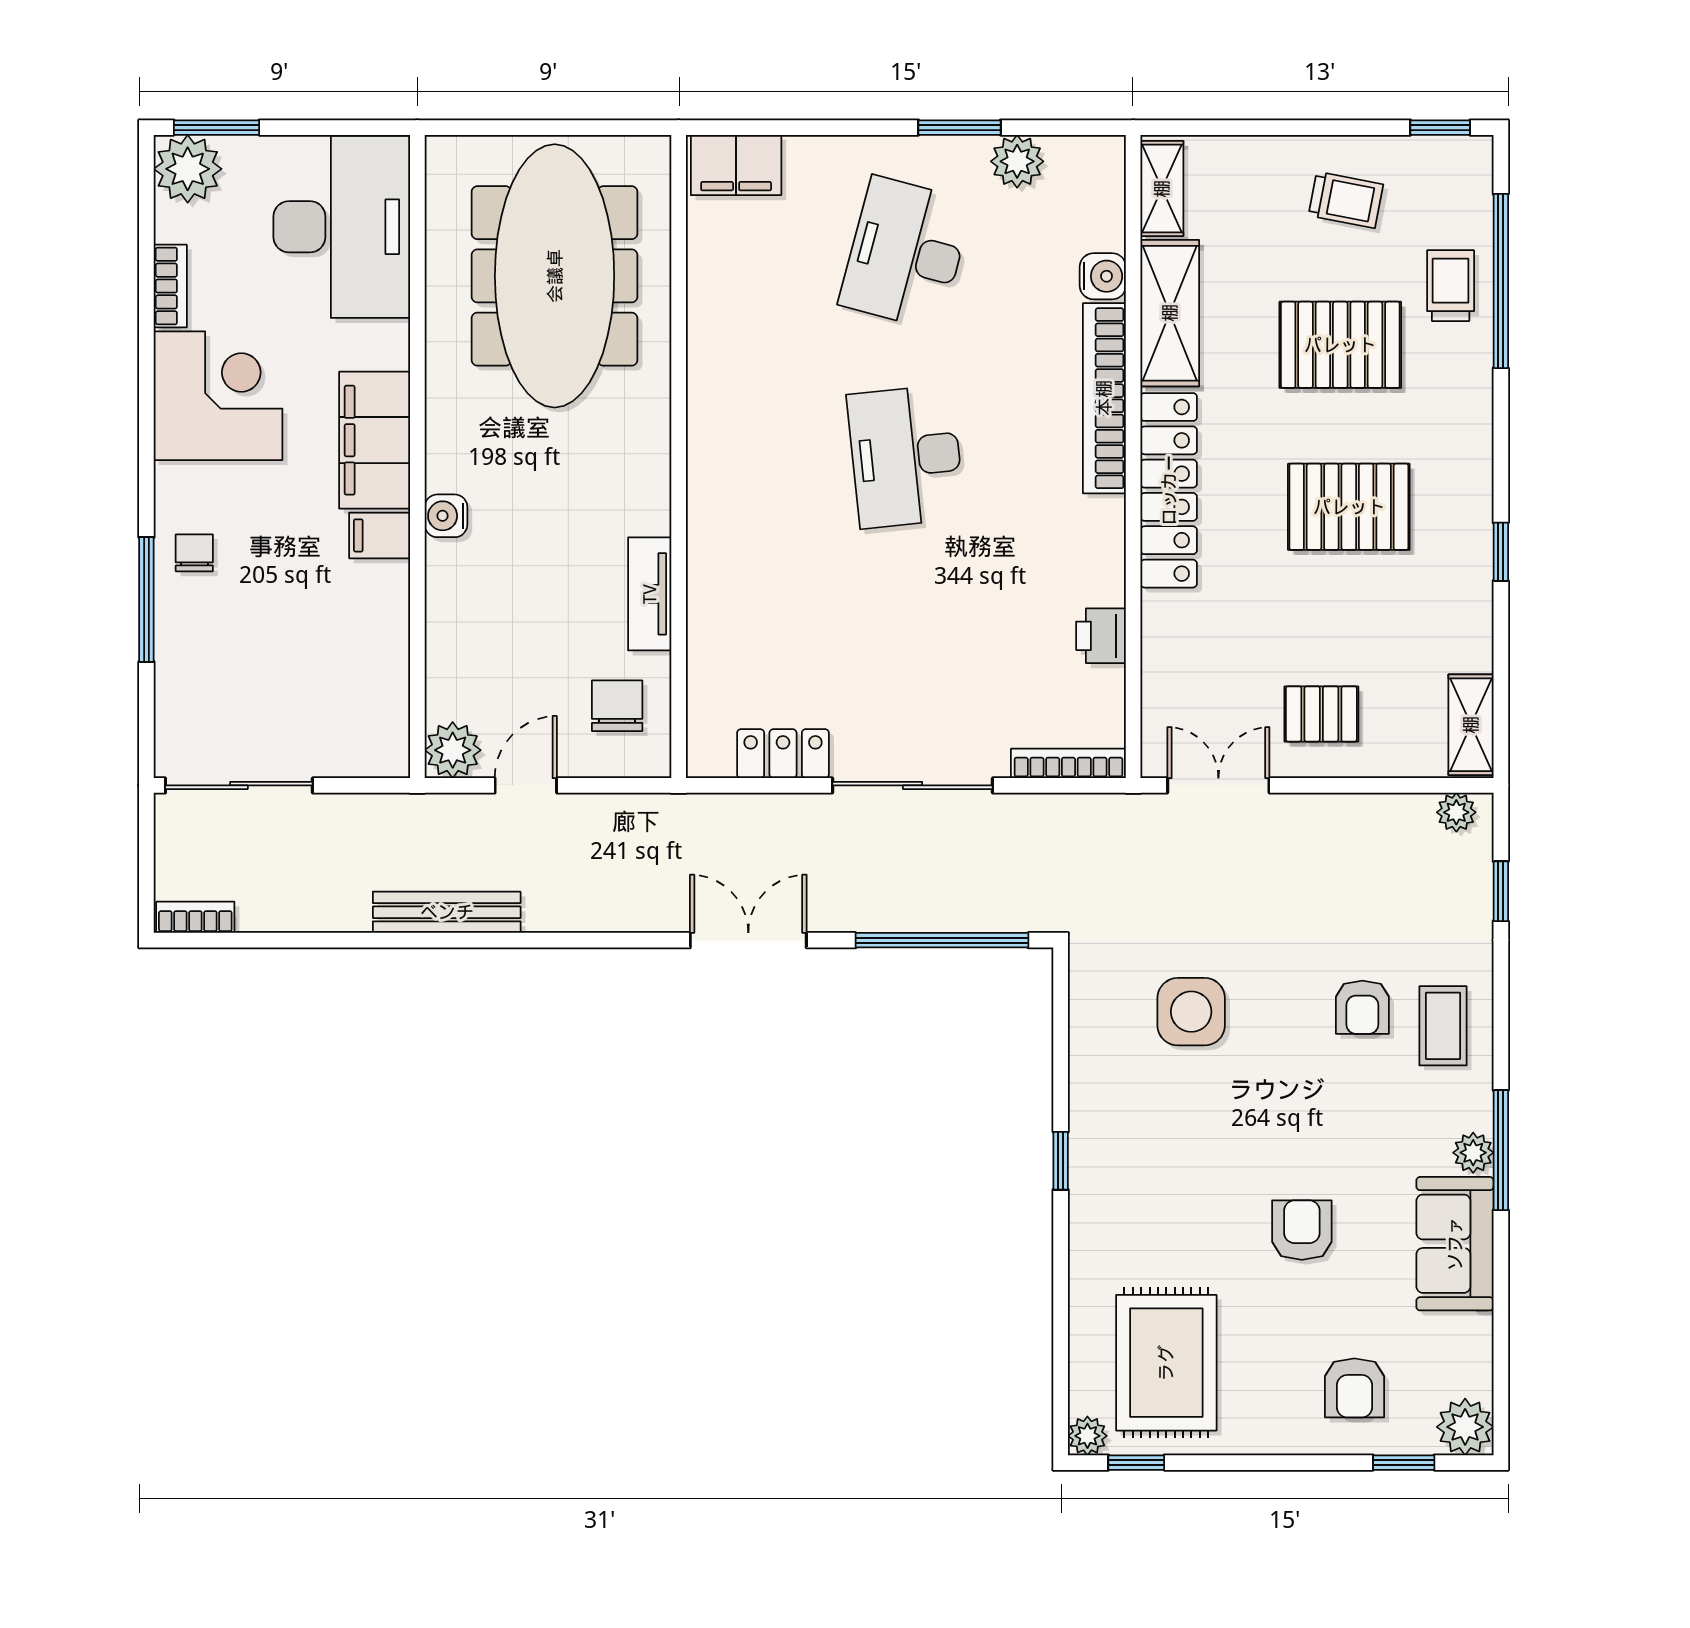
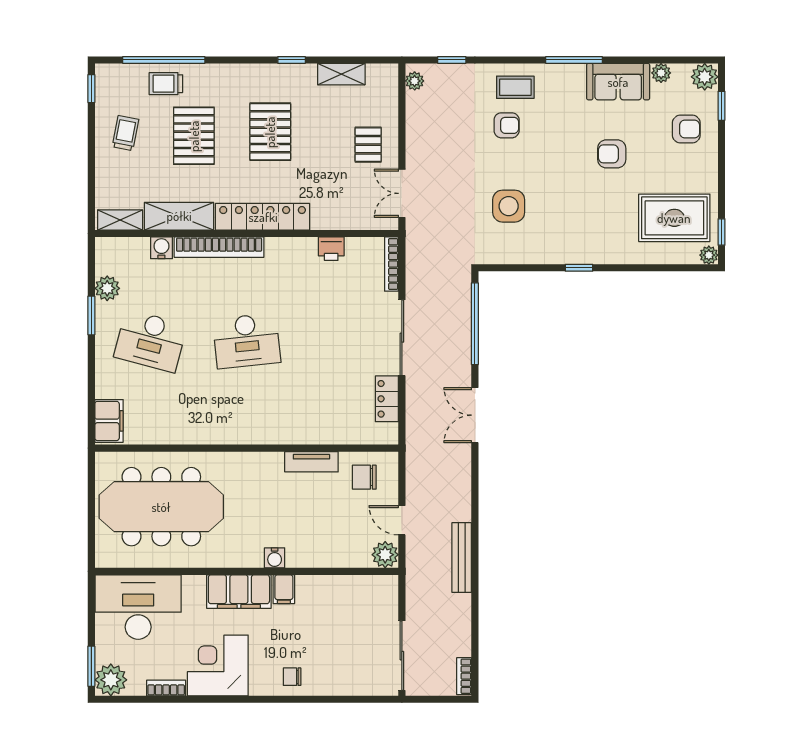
window: (146, 599) -> (314, 699), removed
shelving: (1471, 725) -> (341, 74), moved
plant: (1473, 1153) -> (661, 73), moved

